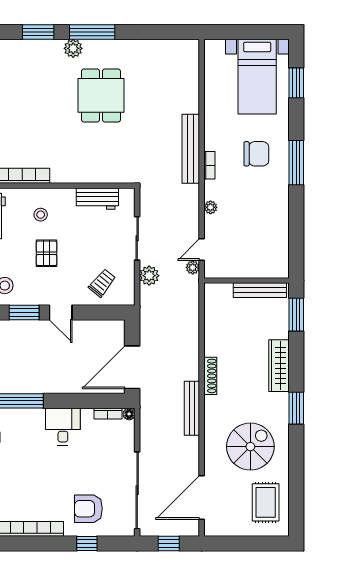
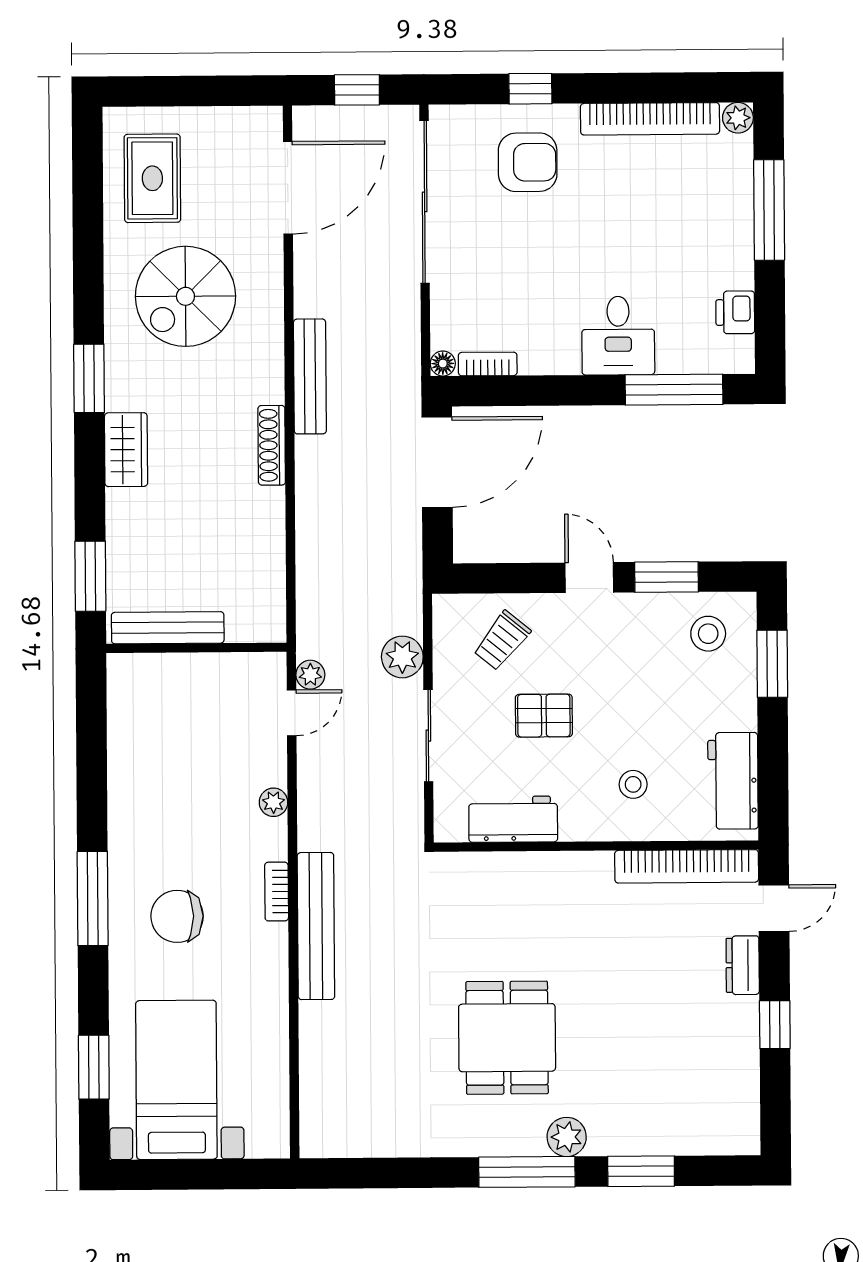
pallet: (47, 253) -> (544, 716), moved, turned 90
wardrobe: (279, 366) -> (126, 450), width x0.67
desk: (63, 427) -> (618, 336), moved

